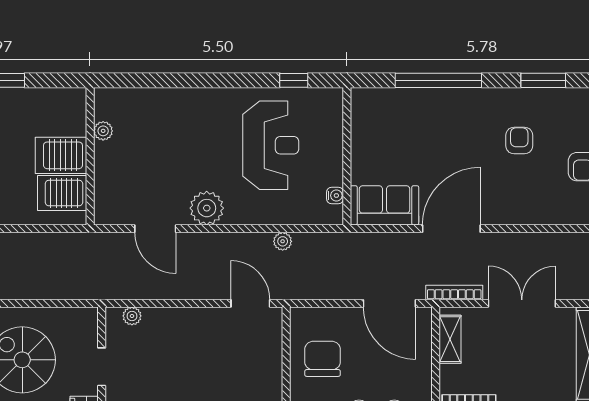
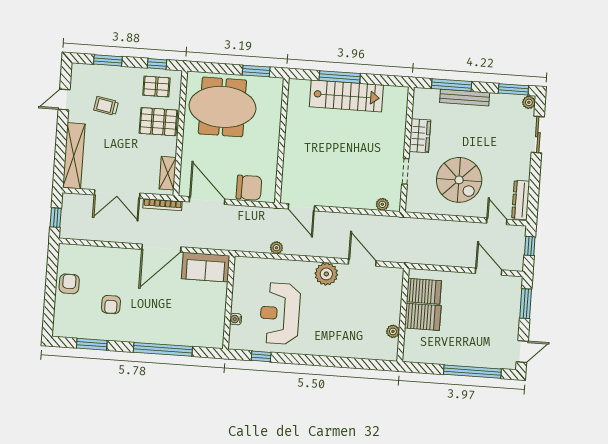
water cooler: (335, 195) -> (236, 319), moved
chair: (323, 359) -> (249, 188), moved, turned -90

